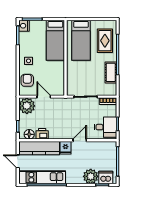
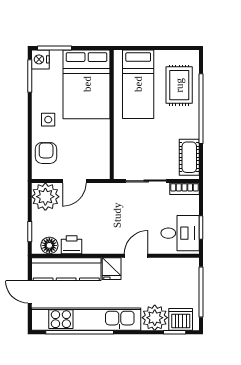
bed: (55, 40) -> (87, 84), width x1.50
cot: (111, 72) -> (189, 157), moved
door: (44, 97) -> (74, 181), swing flipped
kitchen unit: (42, 177) -> (86, 319), width x1.36

